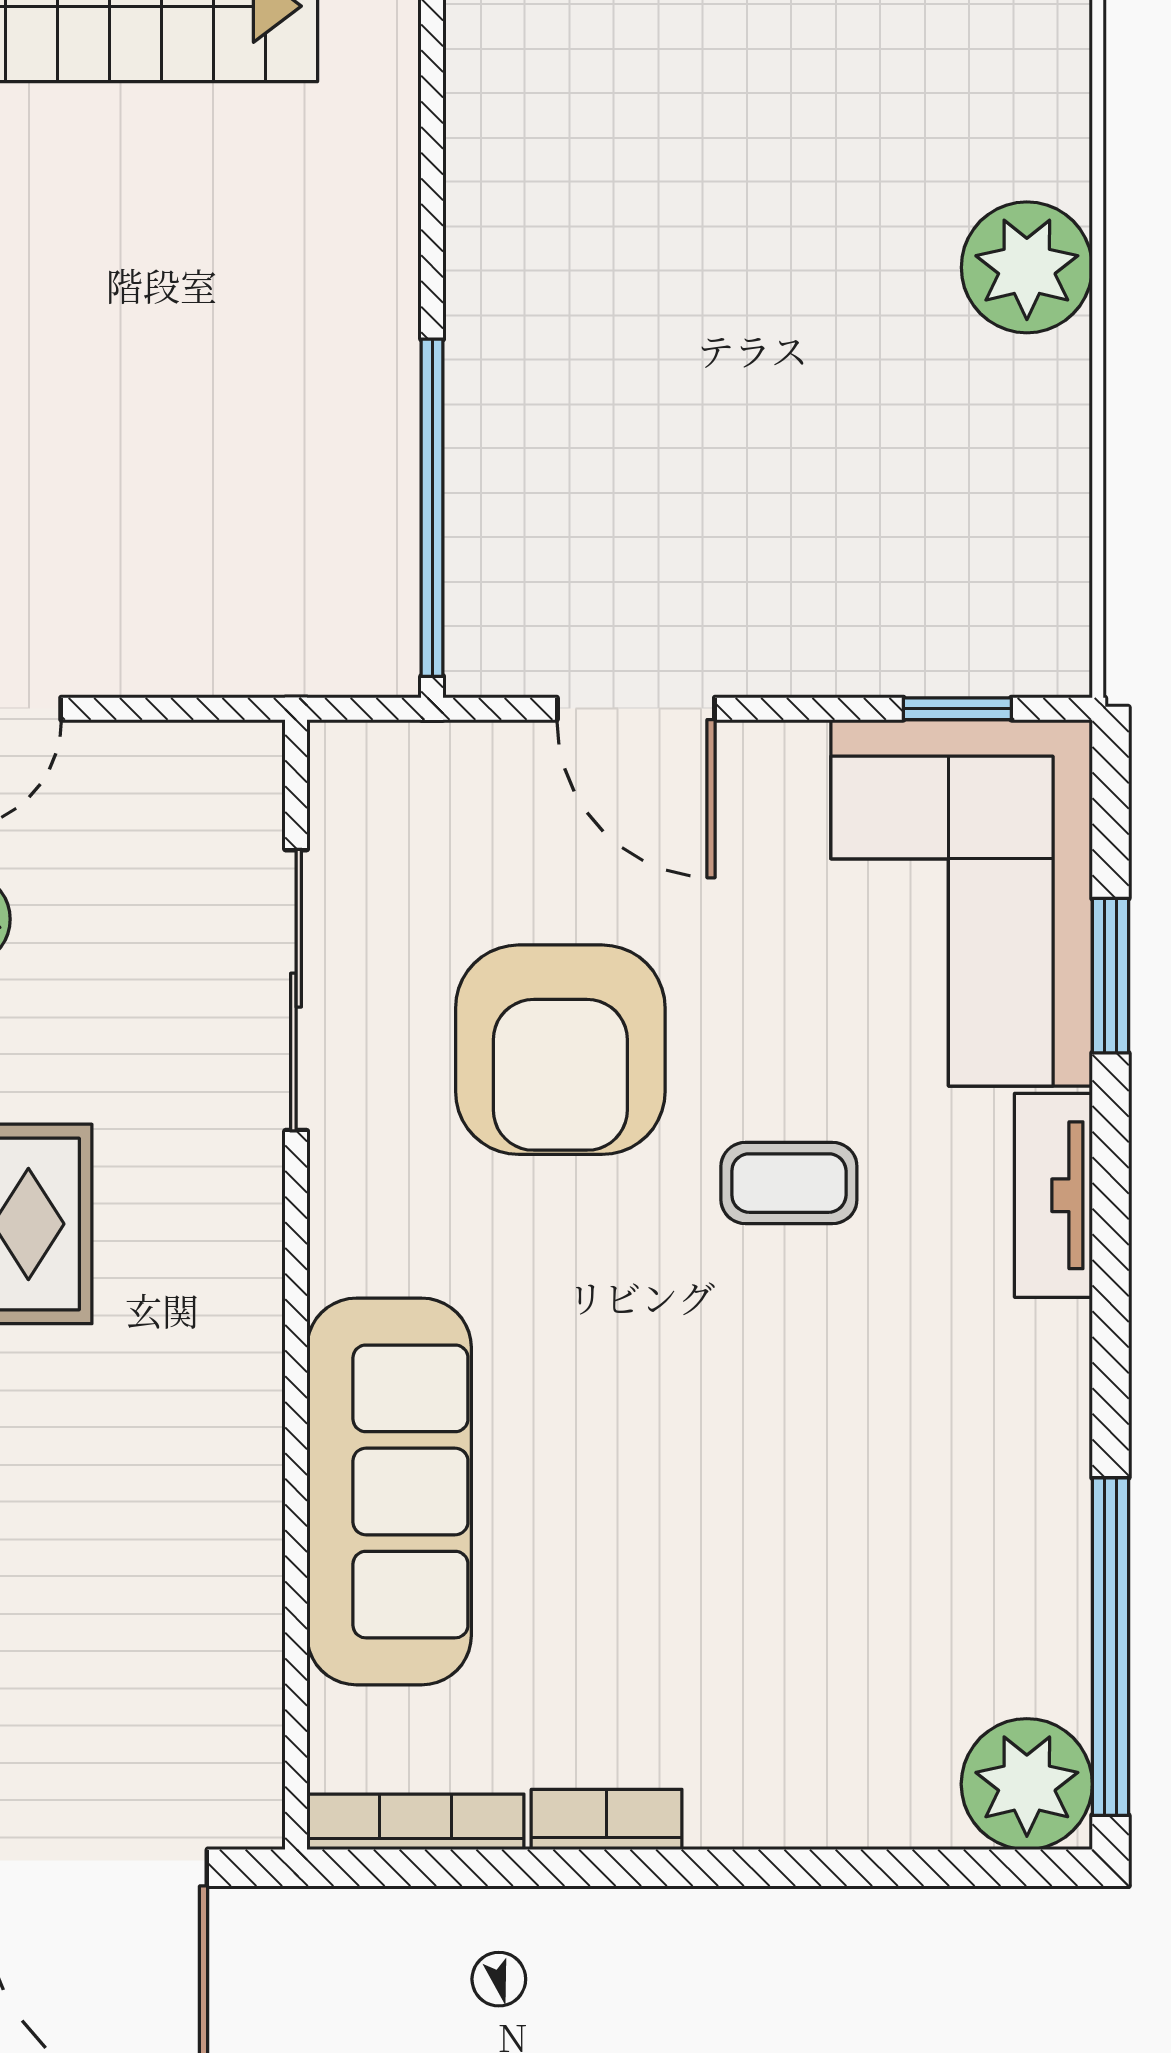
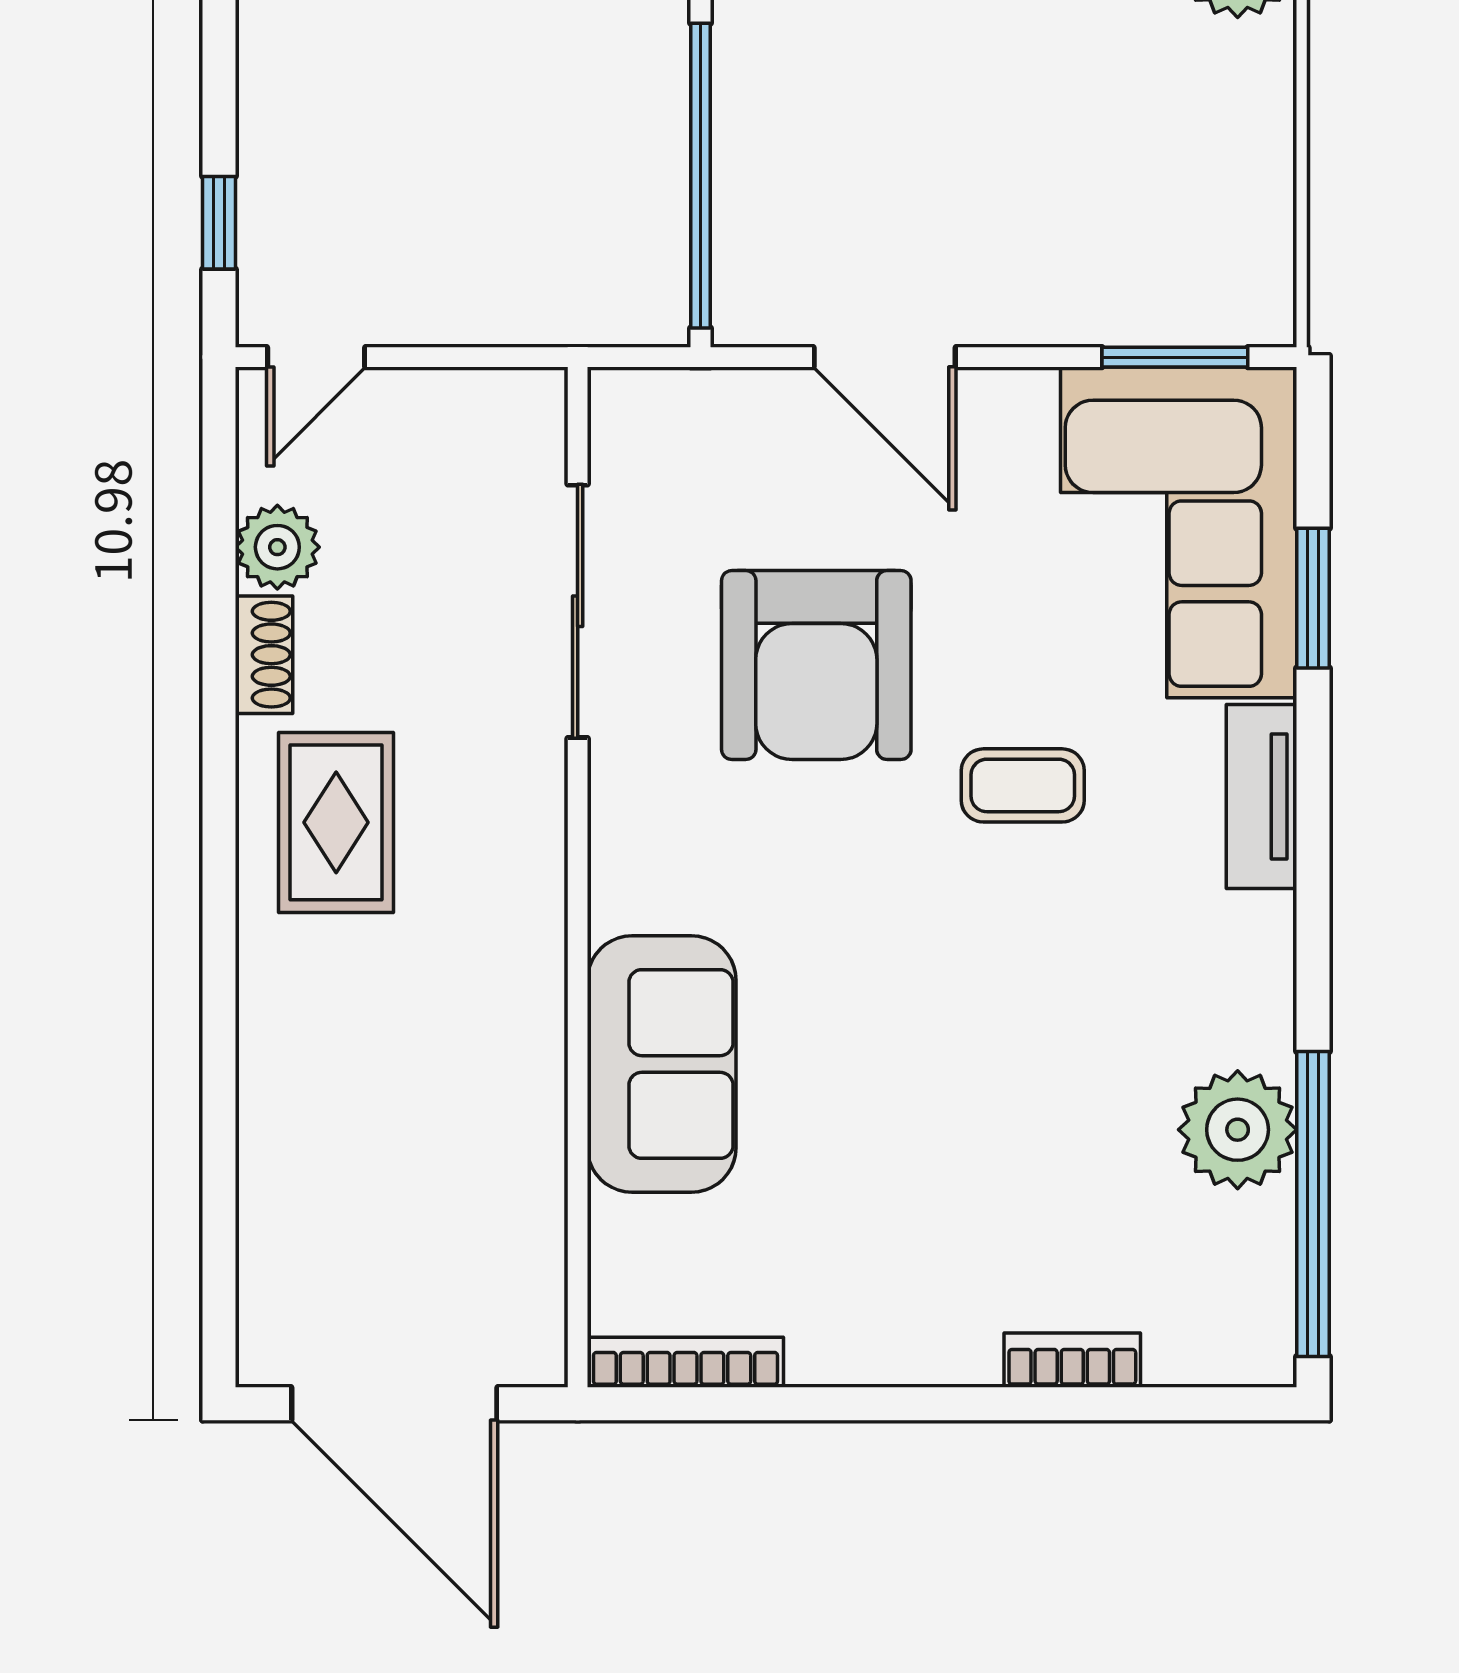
window: (957, 709) -> (1175, 357), width x1.50
sofa: (389, 1491) -> (662, 1064), width x0.73
plant: (1027, 1784) -> (1238, 1130), moved
bookcase: (607, 1819) -> (1072, 1360), moved

